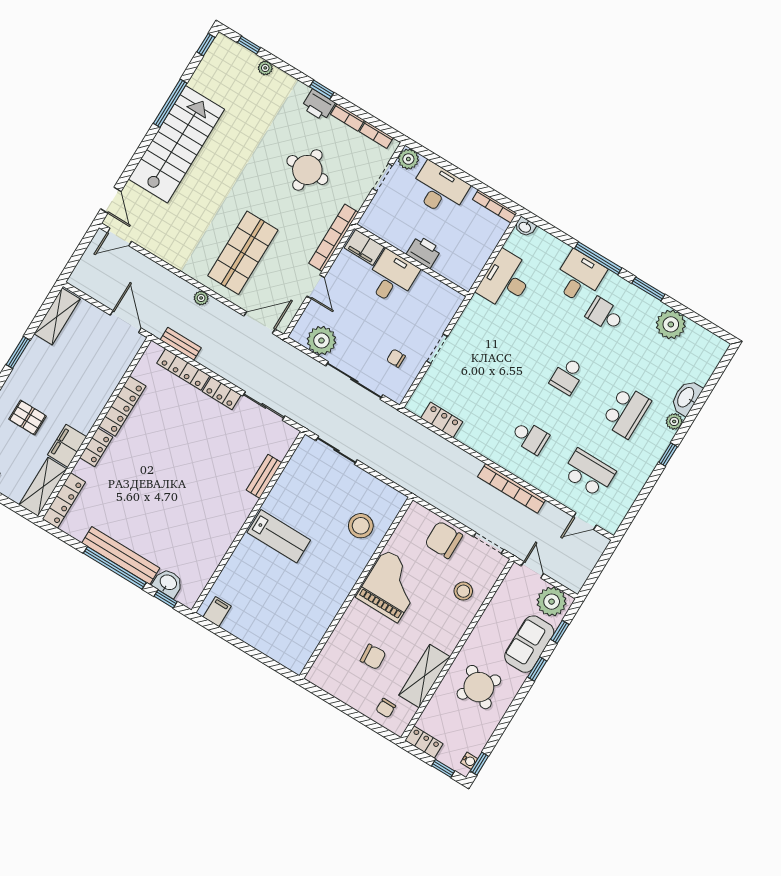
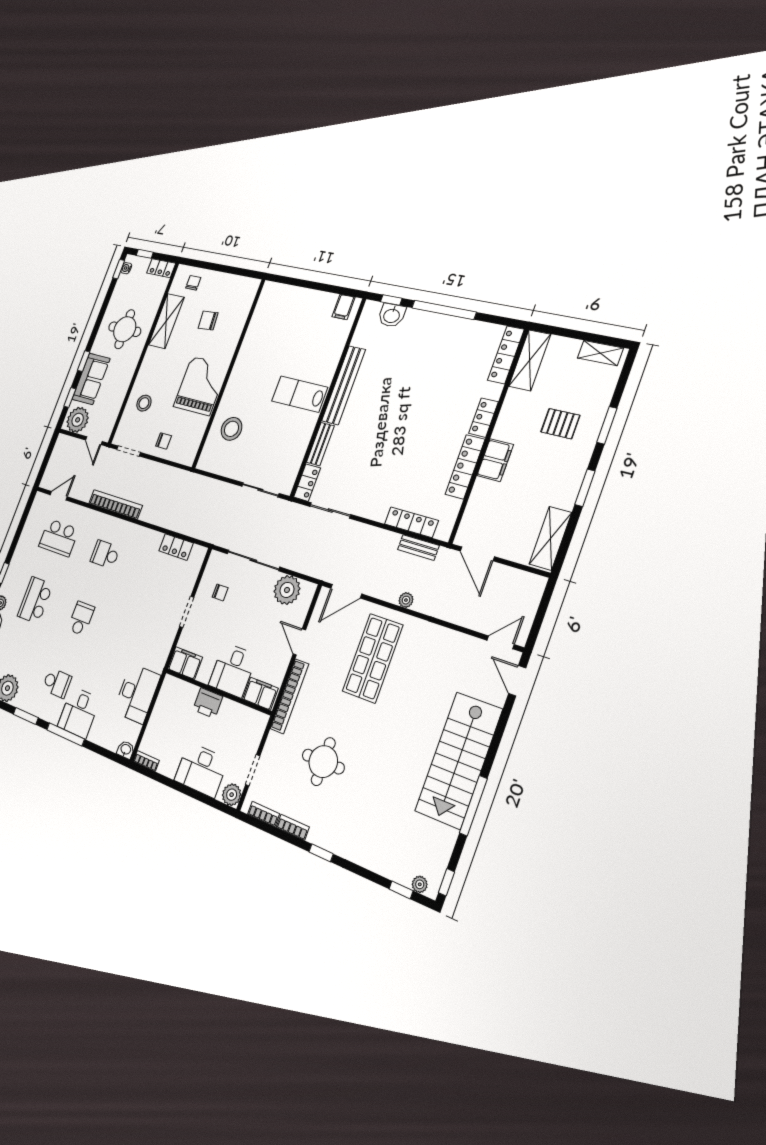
plant: (265, 68) -> (420, 884), moved
printer: (318, 105) -> (322, 835), removed
bookcase: (495, 206) -> (146, 761), width x0.64
filing cabinet: (445, 297) -> (185, 663), added
locker: (222, 393) -> (307, 483), moved, turned 90
filing cabinet: (67, 446) -> (495, 460), moved
chair: (444, 540) -> (164, 441), width x0.54, depth x0.54
bench: (121, 556) -> (344, 385), moved, turned 90
grand piano: (391, 586) -> (201, 386), turned 180
round table: (479, 687) -> (125, 329), turned -36

